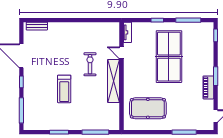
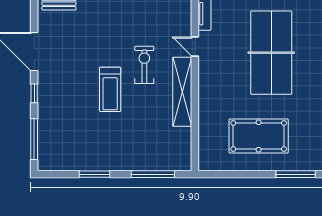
treadmill: (64, 89) -> (110, 89), moved
pool table: (148, 108) -> (259, 136), moved

